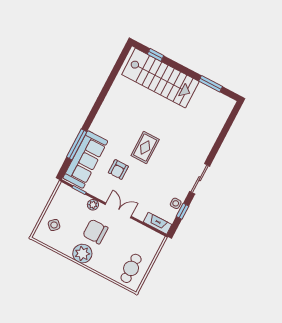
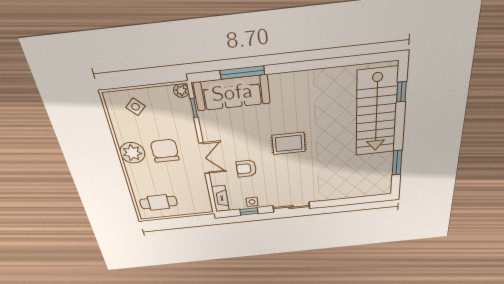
armchair: (118, 170) -> (246, 169), moved
plant: (93, 205) -> (181, 91), moved

